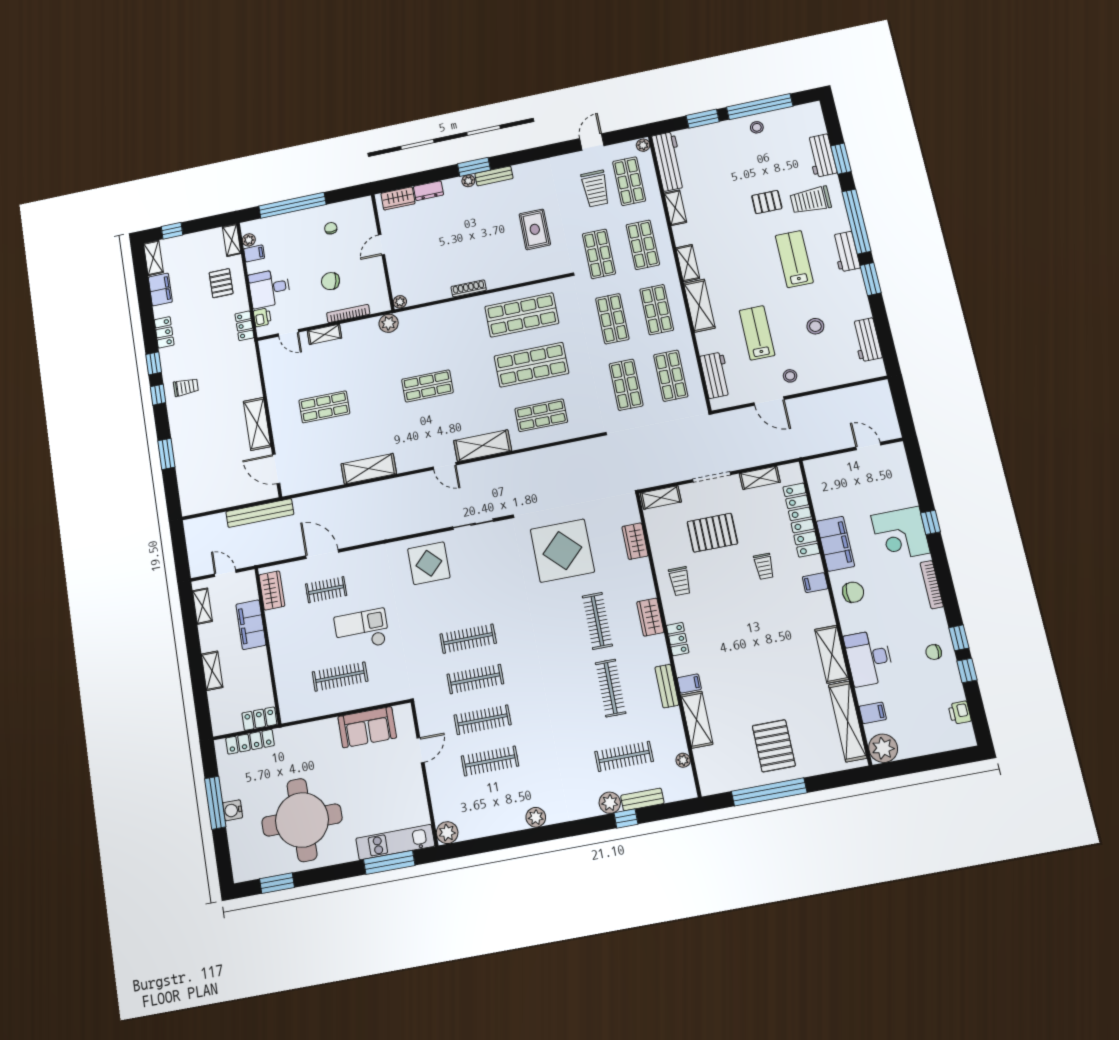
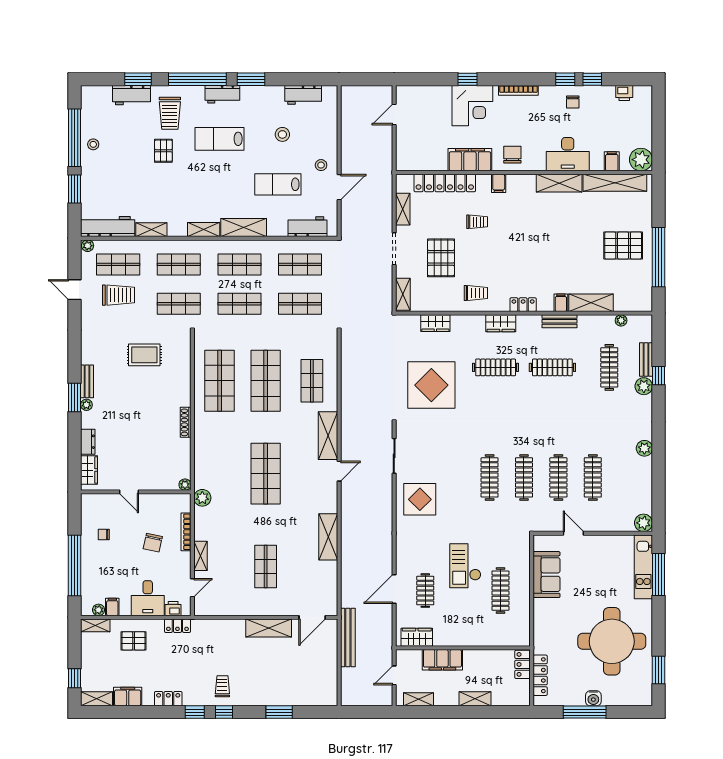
shop shelf: (427, 386) -> (266, 474), width x1.43, depth x1.36

